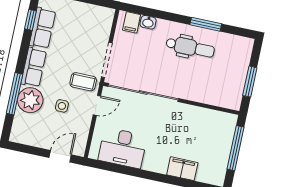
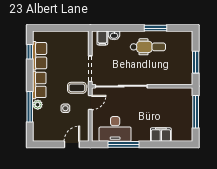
plant: (30, 100) -> (38, 105), width x0.53, depth x0.53
window: (129, 171) -> (123, 144), added

